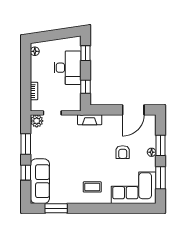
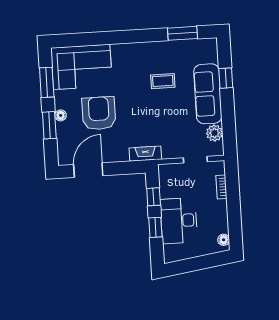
window: (85, 53) -> (155, 227), moved
plant: (37, 121) -> (214, 133), moved
window: (26, 144) -> (228, 116), removed
armchair: (123, 152) -> (99, 113), width x1.88, depth x1.88
sofa: (40, 181) -> (208, 94), moved
coffee table: (92, 187) -> (163, 81), moved

